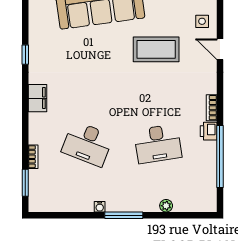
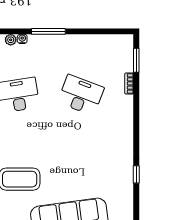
filing cabinet: (38, 98) -> (125, 136), removed
water cooler: (100, 207) -> (22, 39), moved

